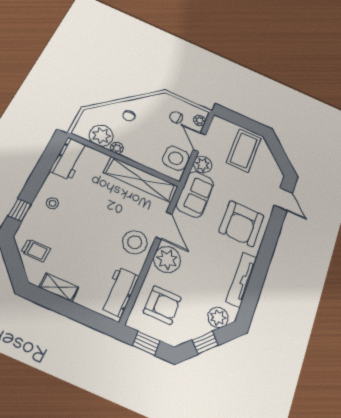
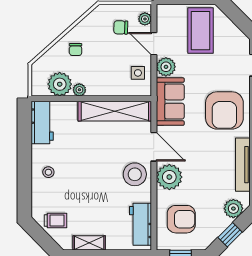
side table: (176, 158) -> (138, 73), width x0.54, depth x0.54
window: (20, 210) -> (24, 192), removed

